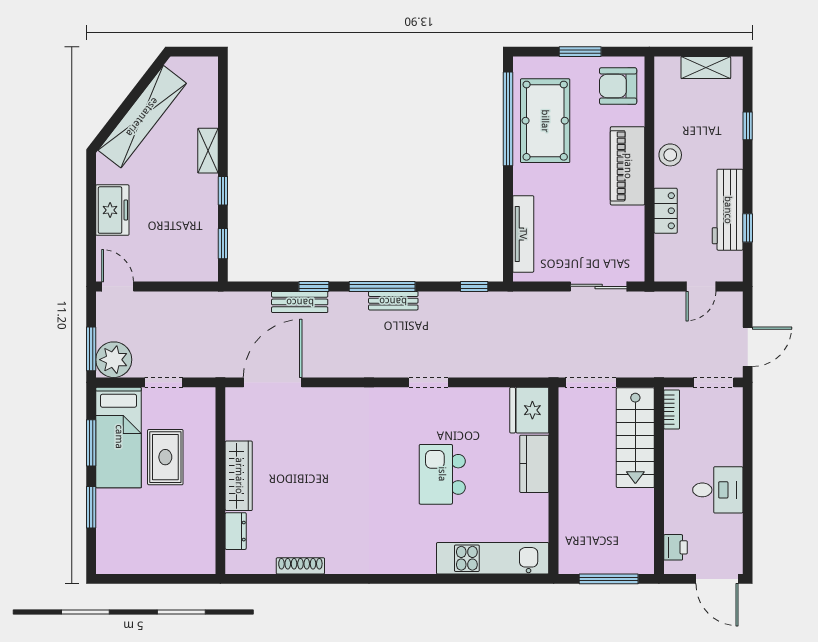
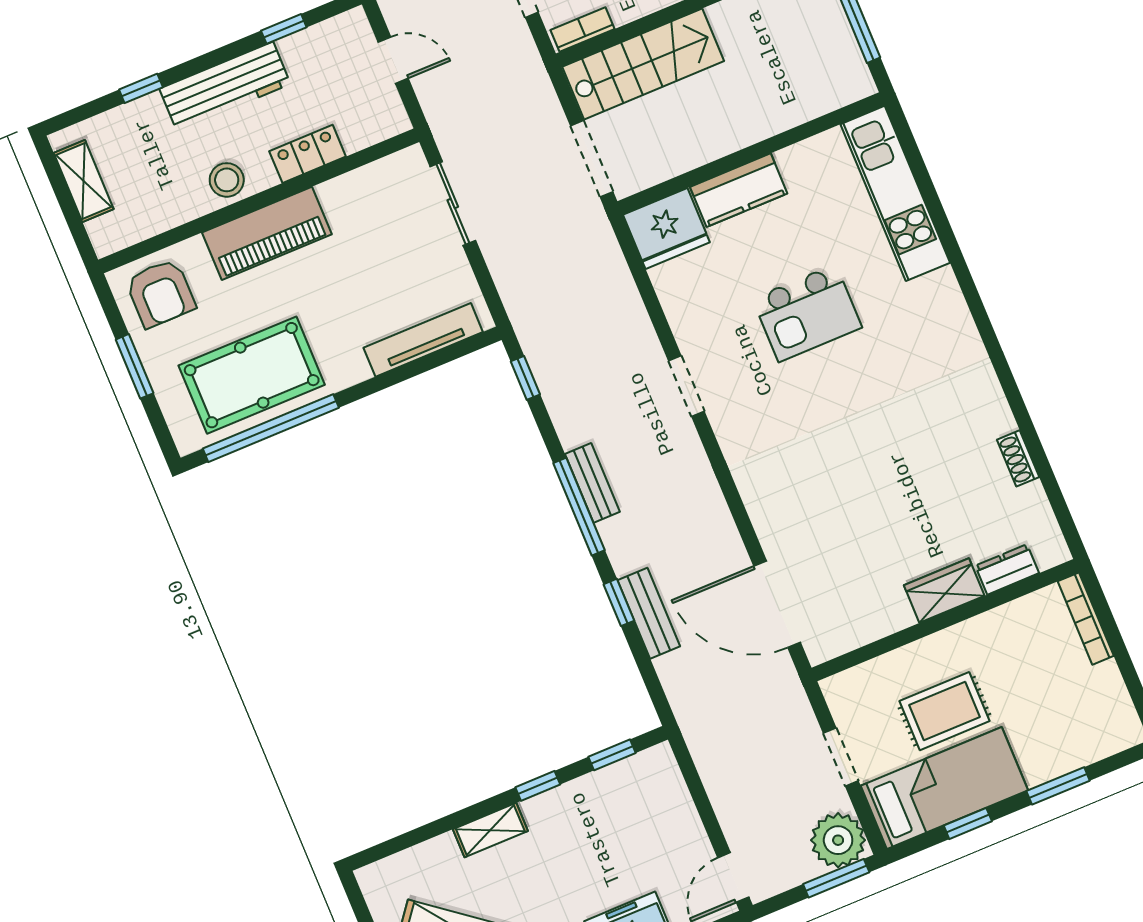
workbench: (728, 210) -> (225, 86), moved
window: (91, 443) -> (968, 823), width x0.67
wardrobe: (239, 476) -> (944, 591), width x0.67
bookcase: (186, 566) -> (1086, 619), added
shoe rack: (300, 566) -> (1018, 458), width x0.70

